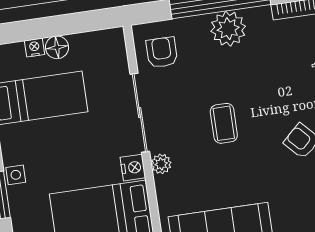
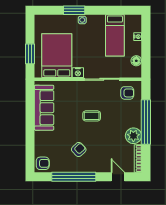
plant: (228, 29) -> (133, 136), moved
floor lamp: (57, 47) -> (136, 61), moved
plant: (161, 164) -> (78, 85), removed

